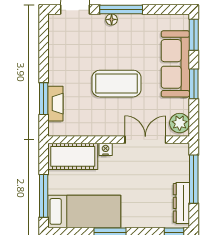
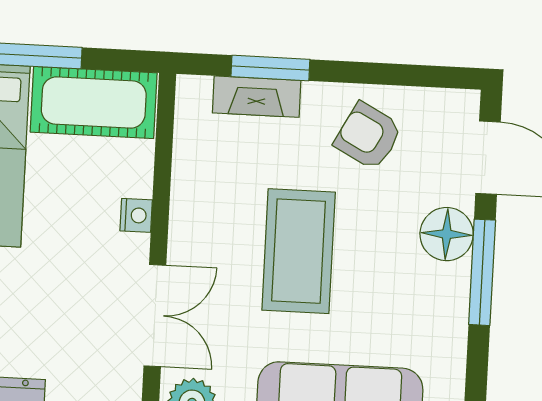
floor lamp: (112, 19) -> (447, 234), width x1.89, depth x1.89
armchair: (69, 58) -> (368, 136), added
cot: (73, 156) -> (94, 102), moved, turned 90

